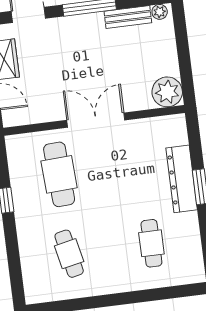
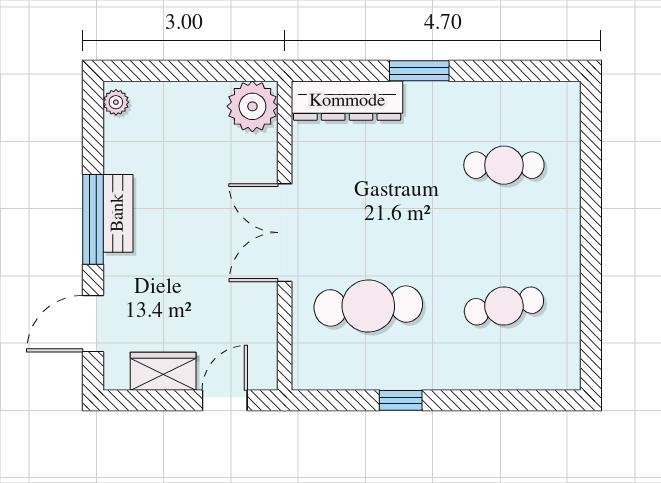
bench: (128, 17) -> (118, 213), moved
dresser: (182, 179) -> (347, 101), moved

